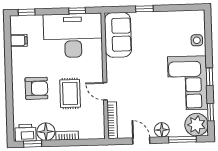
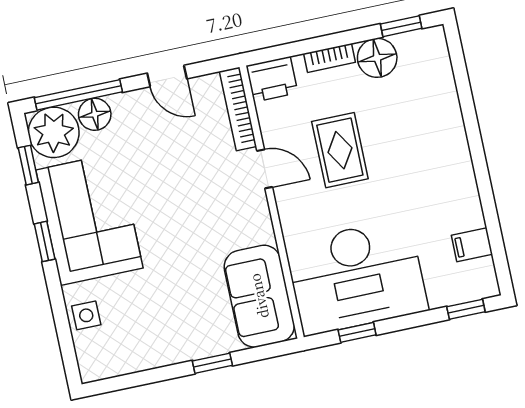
armchair: (36, 88) -> (415, 148), removed
floor lamp: (162, 130) -> (95, 114), moved
printer: (26, 133) -> (272, 79), moved
window: (182, 139) -> (78, 95), width x1.44

